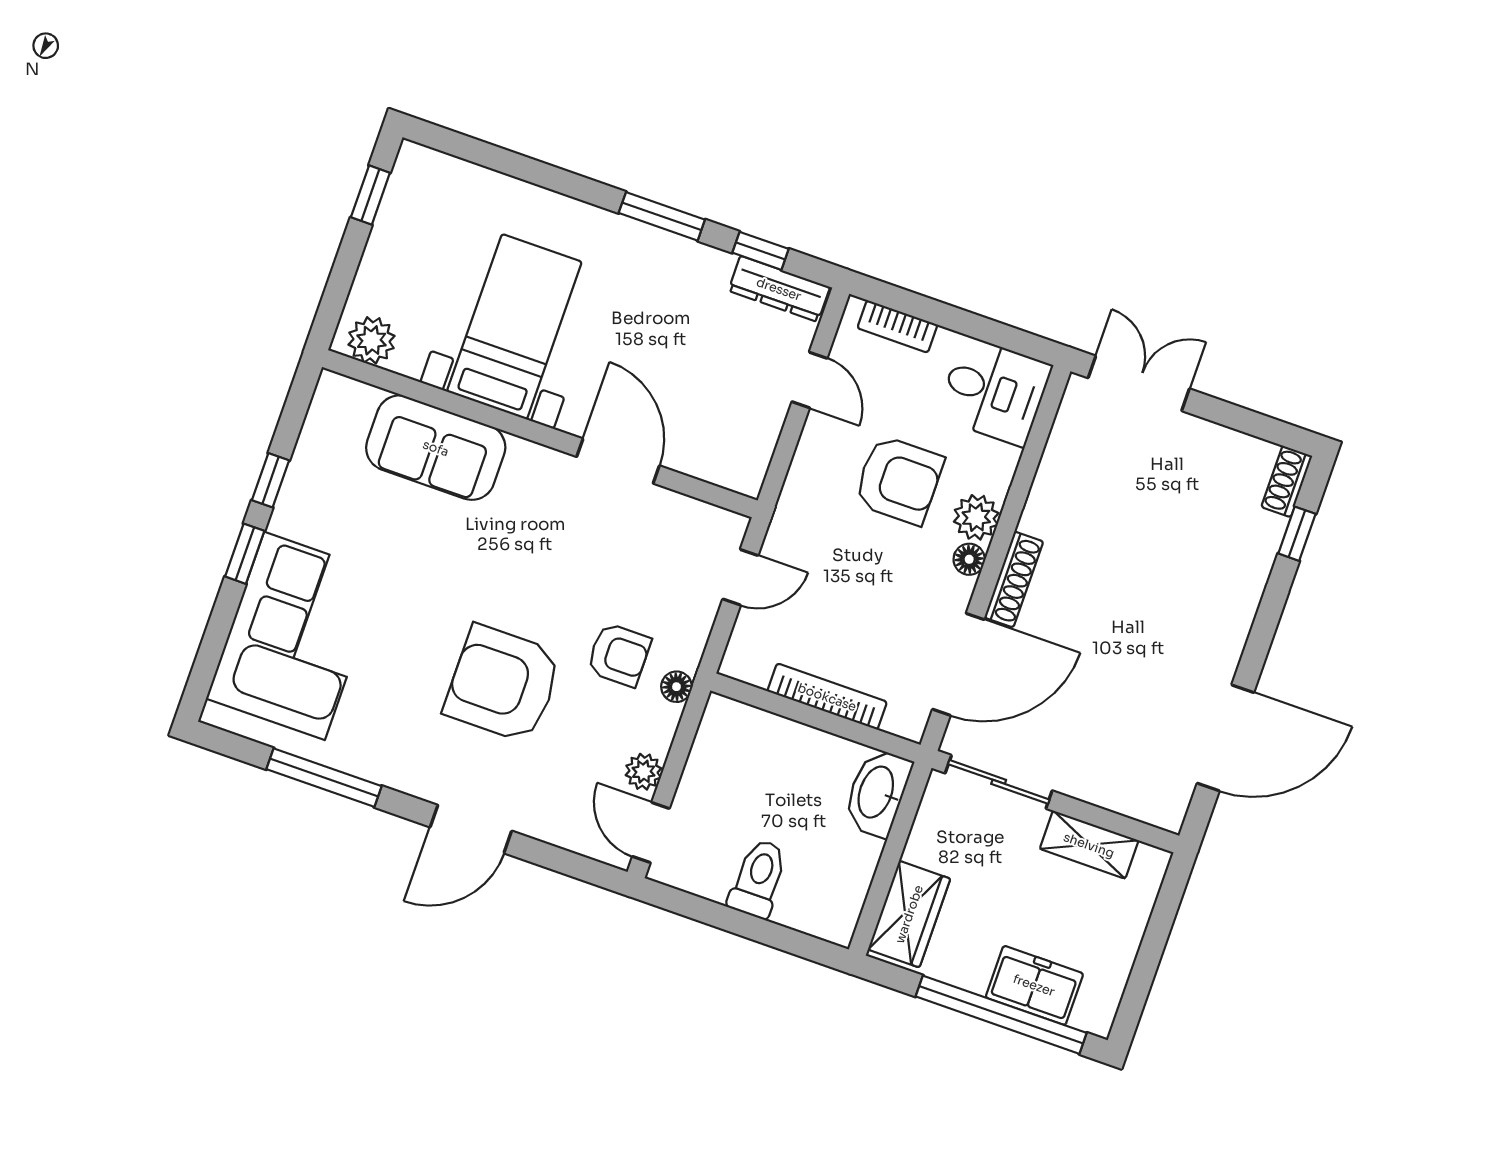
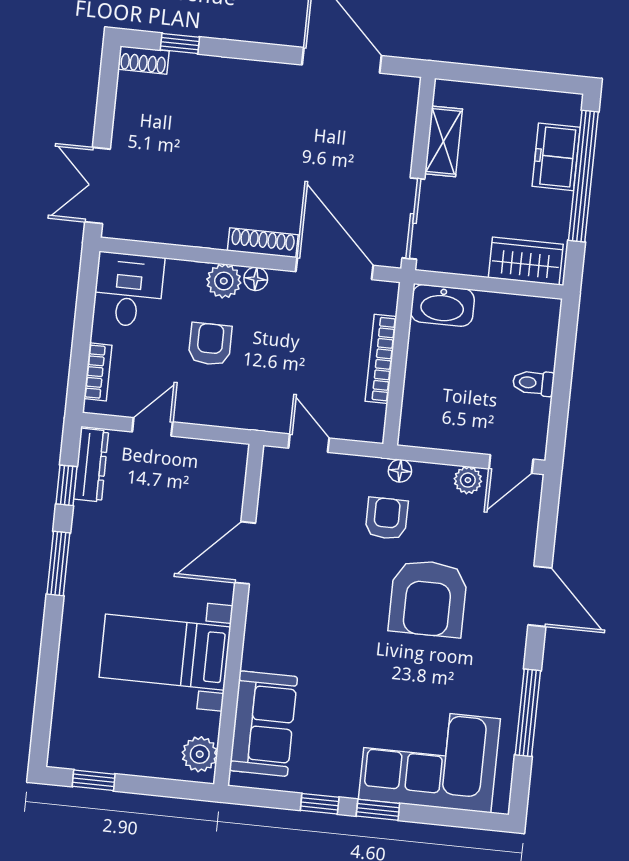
sofa: (436, 448) -> (263, 724), moved
armchair: (899, 480) -> (210, 344), width x0.72, depth x0.72
toilet: (758, 879) -> (533, 383), width x0.73, depth x0.72

